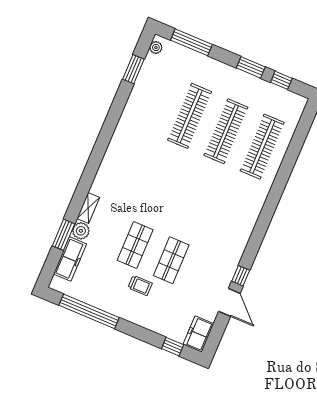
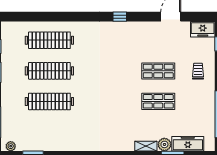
window: (241, 276) -> (120, 17), moved
trolley: (140, 285) -> (198, 71), moved

